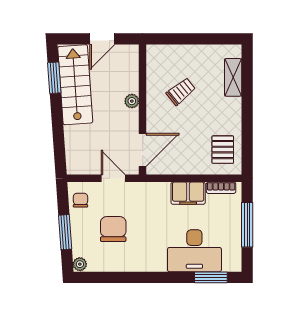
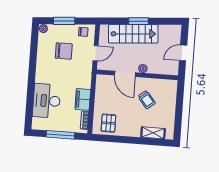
door: (102, 39) -> (183, 53), hinge flipped
window: (54, 78) -> (138, 21), moved
stairs: (75, 85) -> (133, 34), moved
door: (143, 150) -> (125, 74), moved
pallet: (223, 150) -> (108, 123), turned 90
window: (211, 277) -> (29, 110), removed

